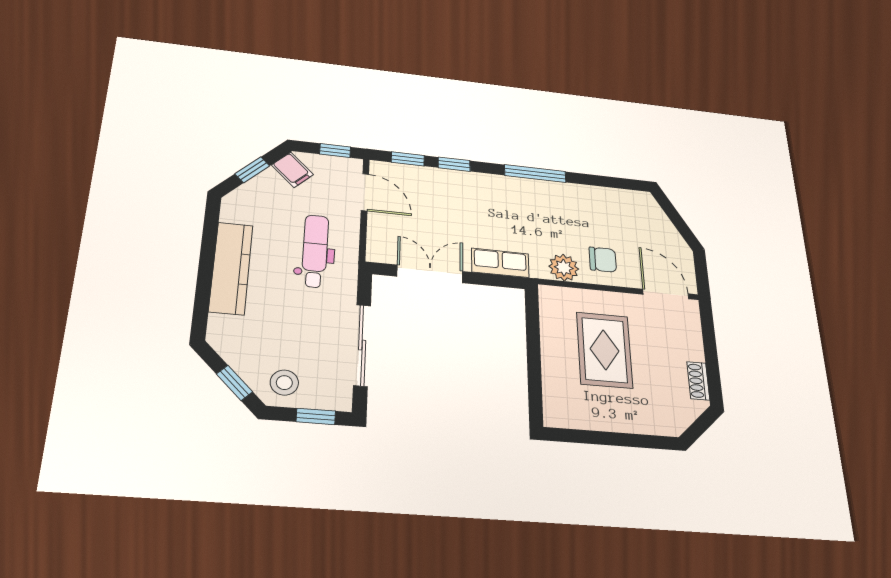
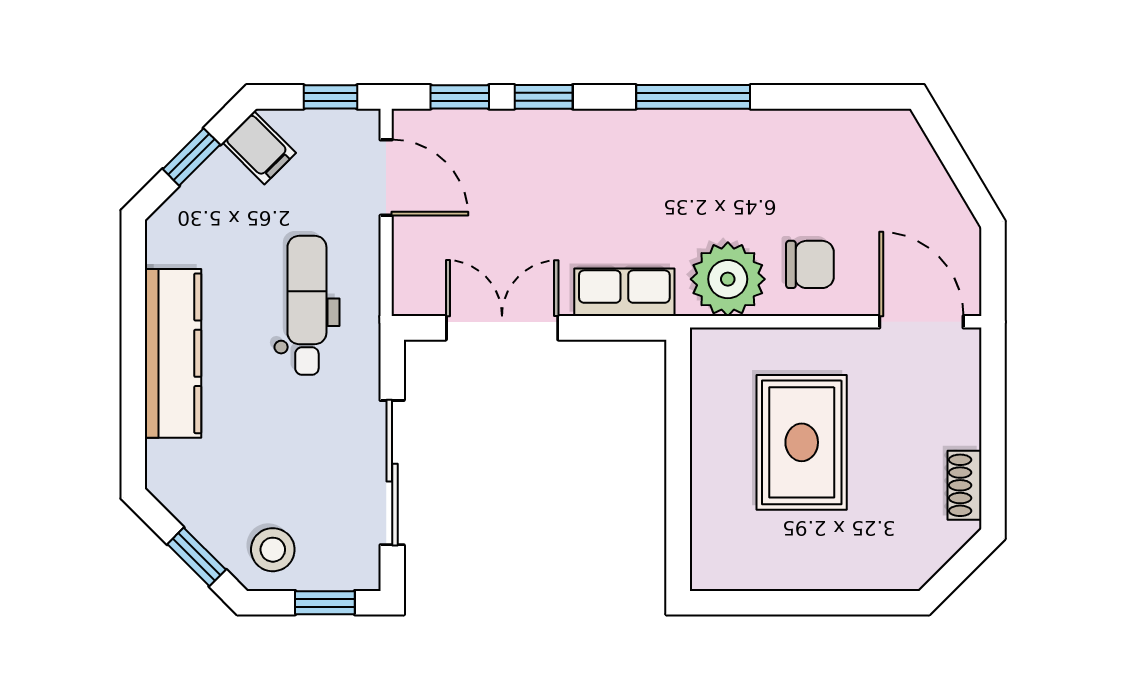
plant: (564, 268) -> (728, 279), width x1.36, depth x1.36

